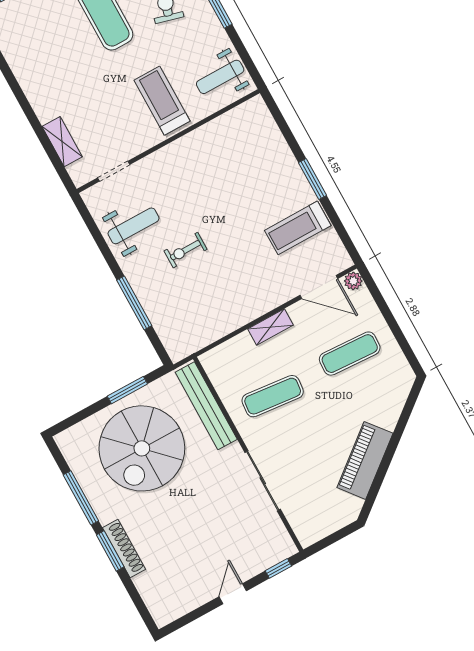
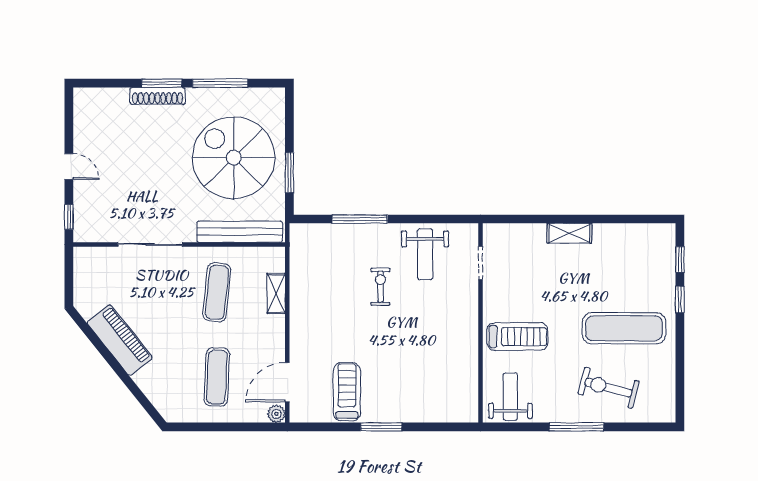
shelving: (62, 142) -> (569, 233), moved
shelving: (270, 327) -> (276, 293), moved

